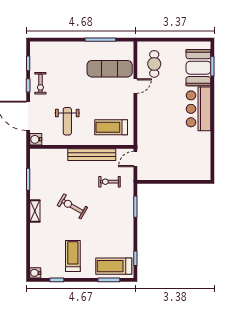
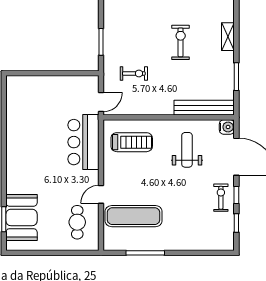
bar counter: (199, 109) -> (83, 142), moved, turned 180
bench: (92, 155) -> (204, 108), moved
exercise bike: (72, 206) -> (181, 42), turned -120

